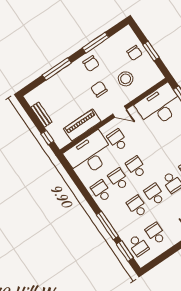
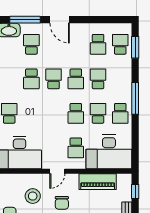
door: (120, 112) -> (57, 171), swing flipped
school desk: (119, 179) -> (98, 113), turned 180
school desk: (137, 206) -> (98, 79), turned 180
window: (107, 225) -> (135, 98), moved

